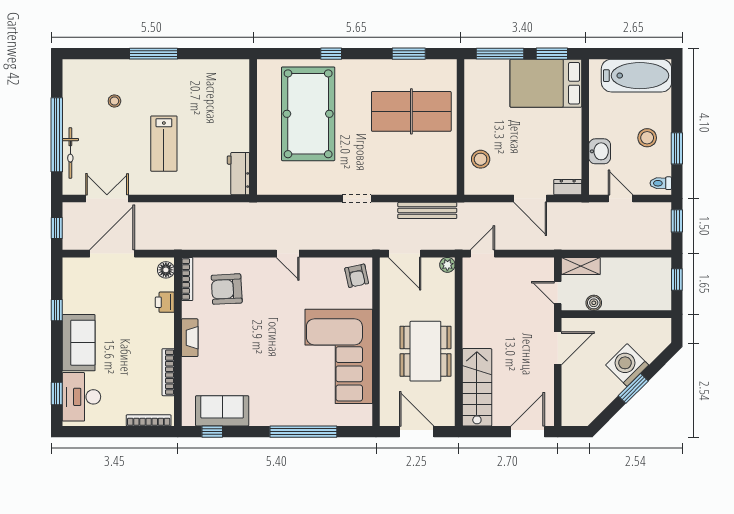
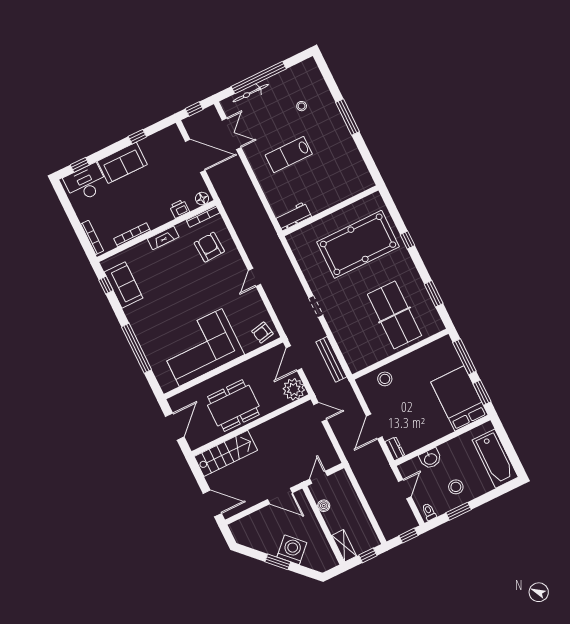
plant: (447, 265) -> (294, 389), width x1.87, depth x1.87
shelving: (581, 266) -> (344, 546), moved

